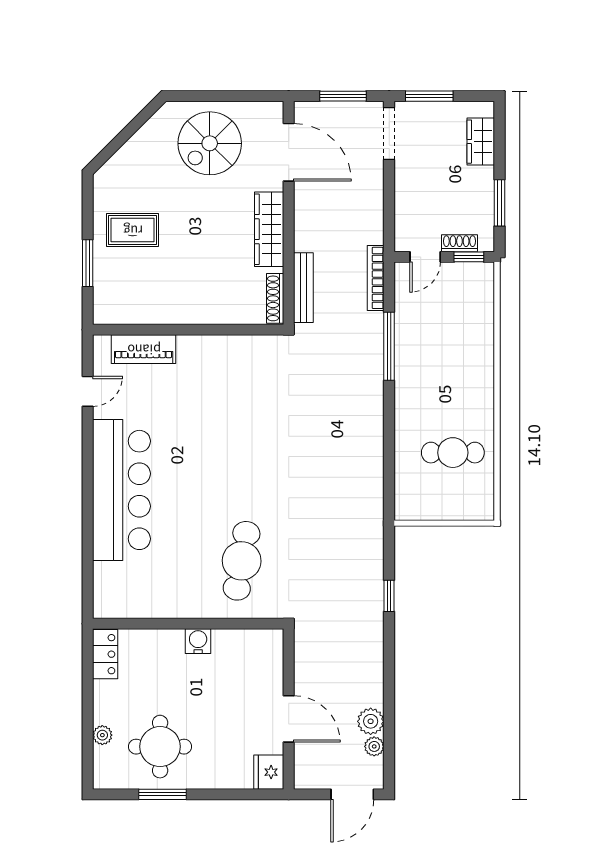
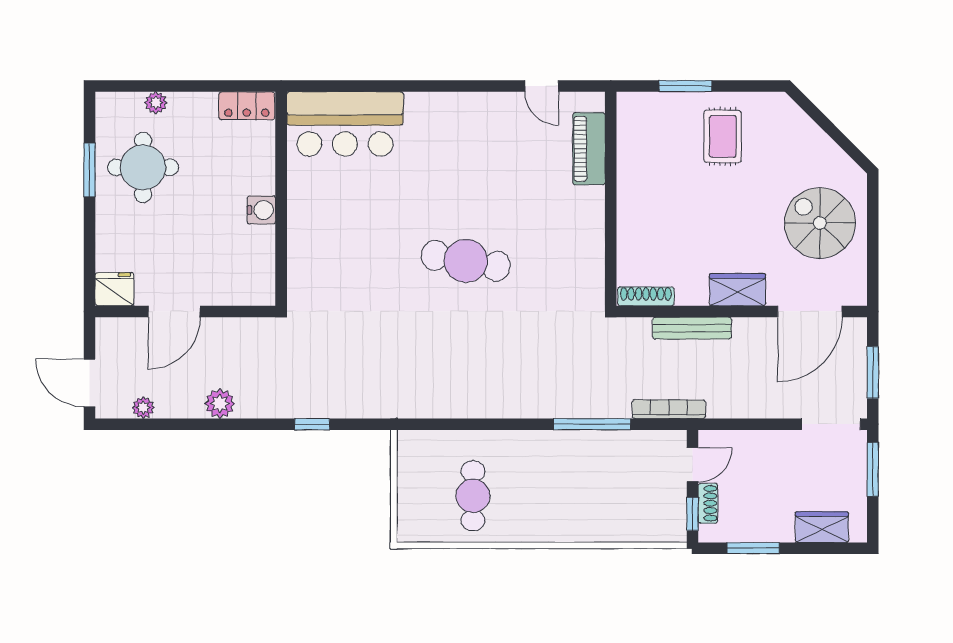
wardrobe: (269, 229) -> (738, 290), width x0.67
door: (425, 257) -> (693, 465), swing flipped
bench: (303, 288) -> (692, 328), moved
bar counter: (121, 490) -> (345, 124), moved, width x0.73
cafe table: (242, 561) -> (466, 261), moved
plant: (371, 721) -> (220, 404), moved

